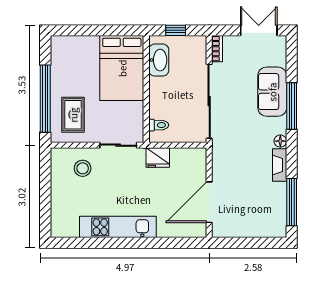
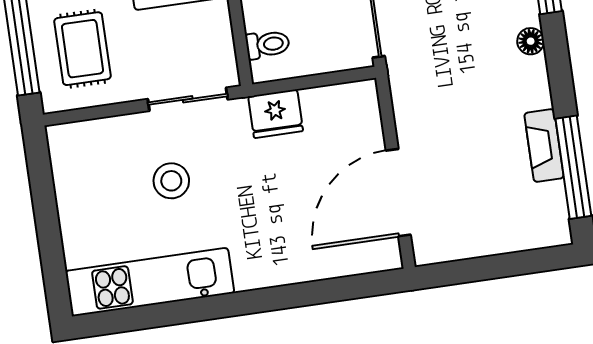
fireplace: (280, 165) -> (544, 146), moved
stool: (83, 168) -> (171, 181), moved
kitchen unit: (118, 227) -> (150, 282), moved

